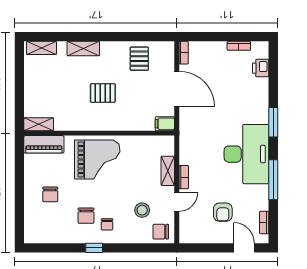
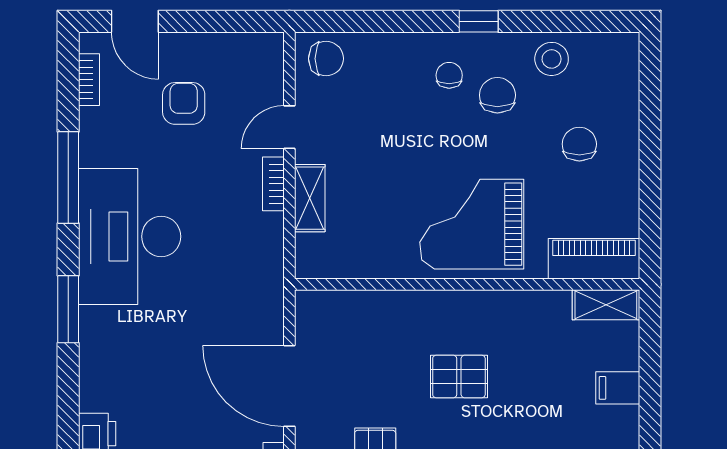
filing cabinet: (165, 124) -> (618, 388), moved, turned 180
stool: (142, 210) -> (552, 59), moved

